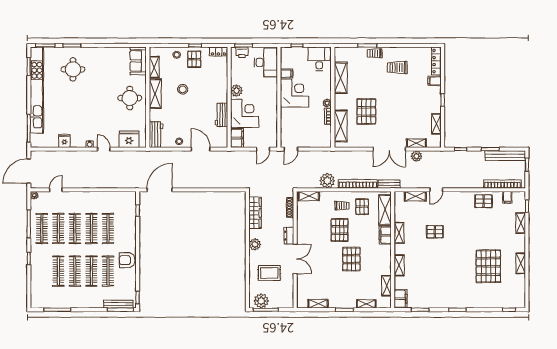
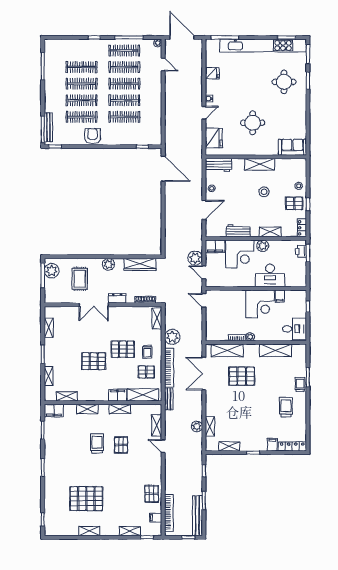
desk: (266, 62) -> (270, 275), moved
shelving: (154, 67) -> (270, 232), moved
round table: (130, 98) -> (253, 123), moved
double door: (389, 149) -> (204, 374), moved
plant: (249, 158) -> (195, 258), added
trolley: (433, 256) -> (97, 444), added

